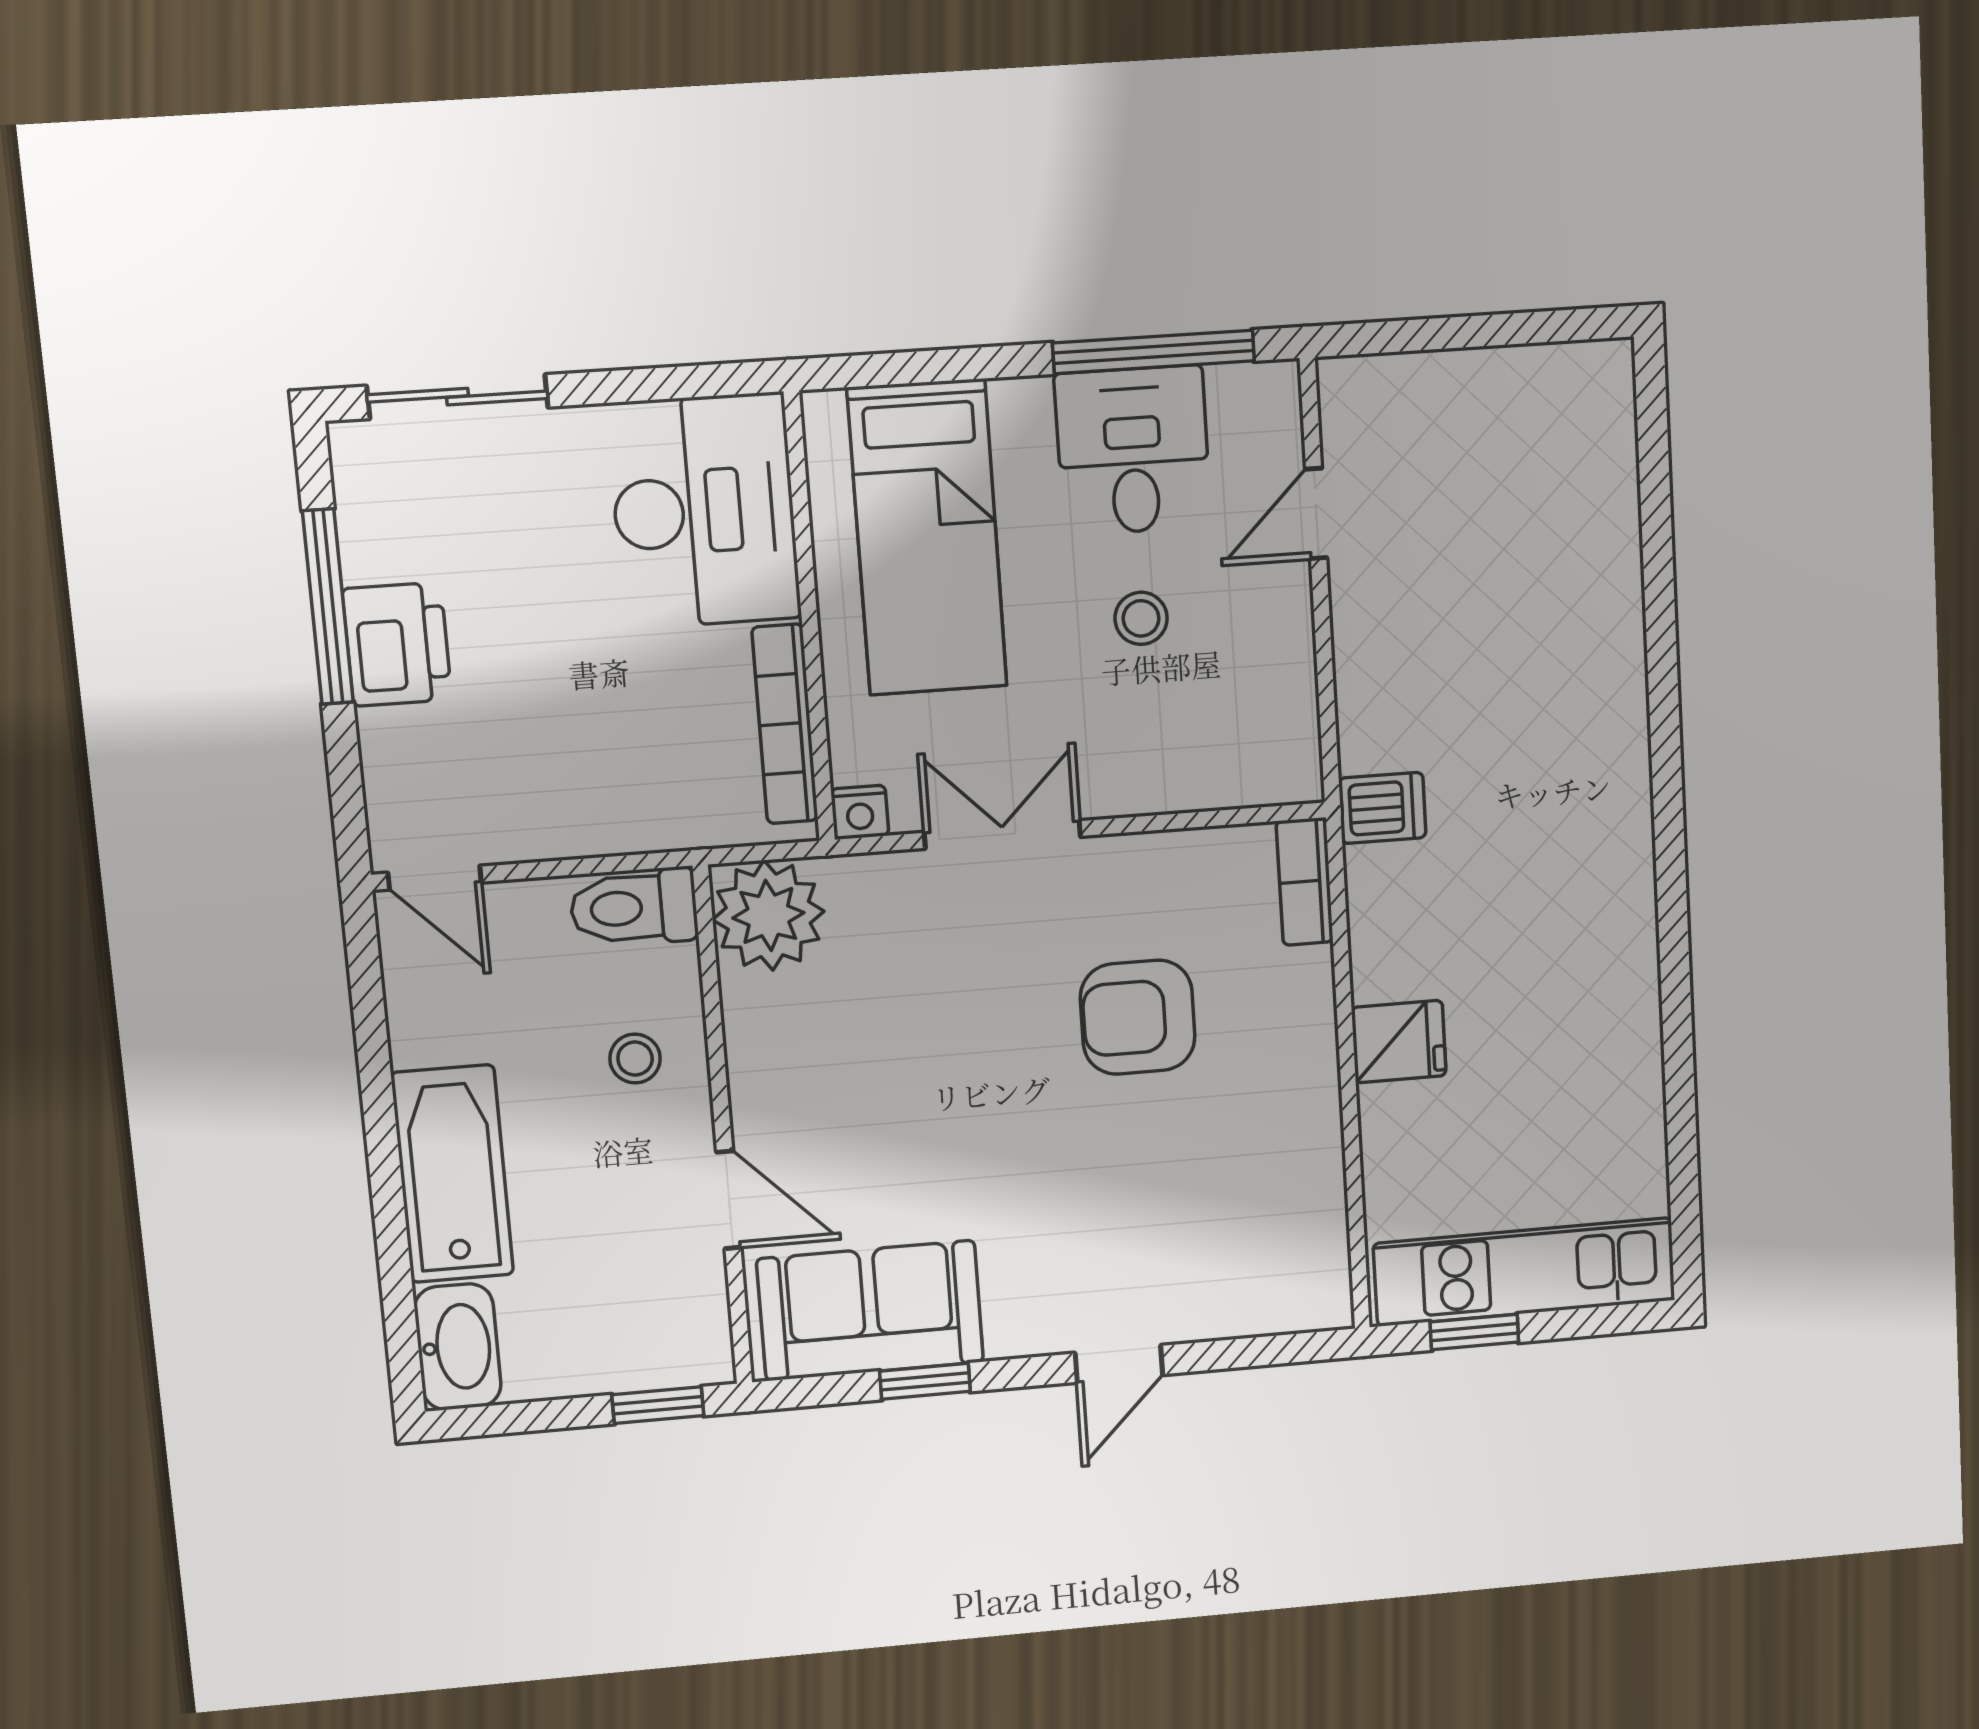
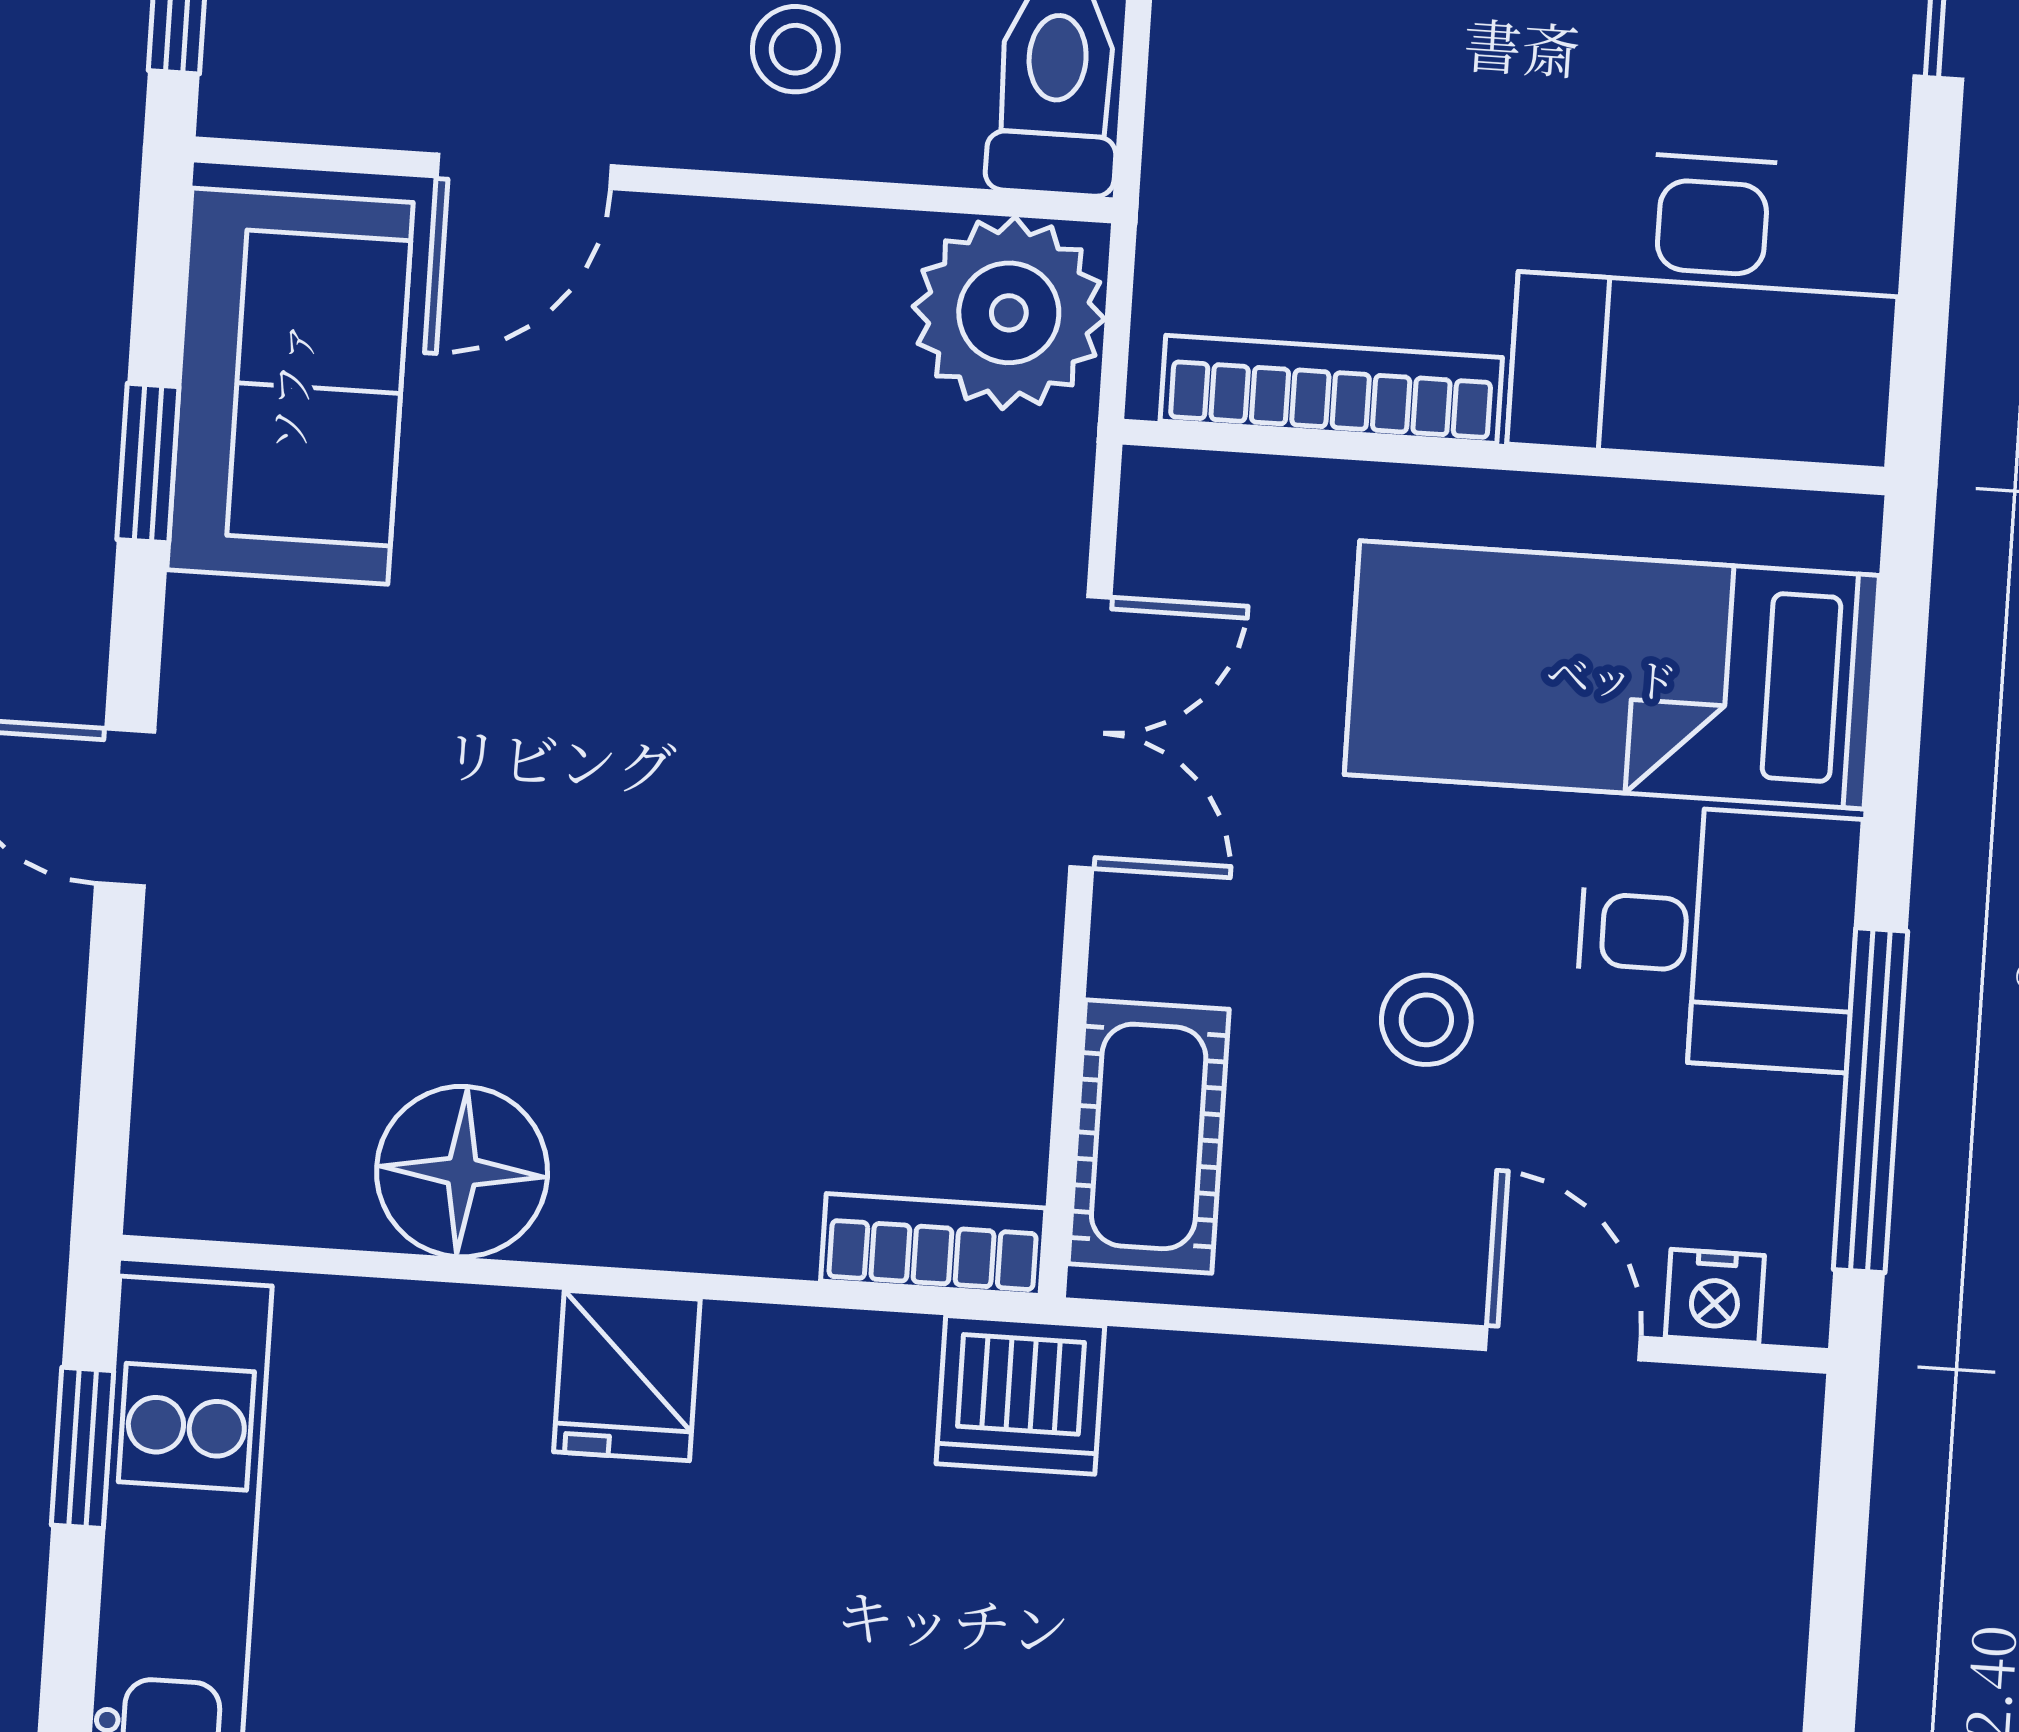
desk: (1133, 451) -> (1718, 937), moved
cot: (1228, 768) -> (1149, 1136), added
dishwasher: (1382, 808) -> (1020, 1395), width x1.38
nightstand: (860, 812) -> (1715, 1296), moved, turned -90
armchair: (1138, 1017) -> (738, 923), removed
floor lamp: (1297, 1149) -> (462, 1172), added

